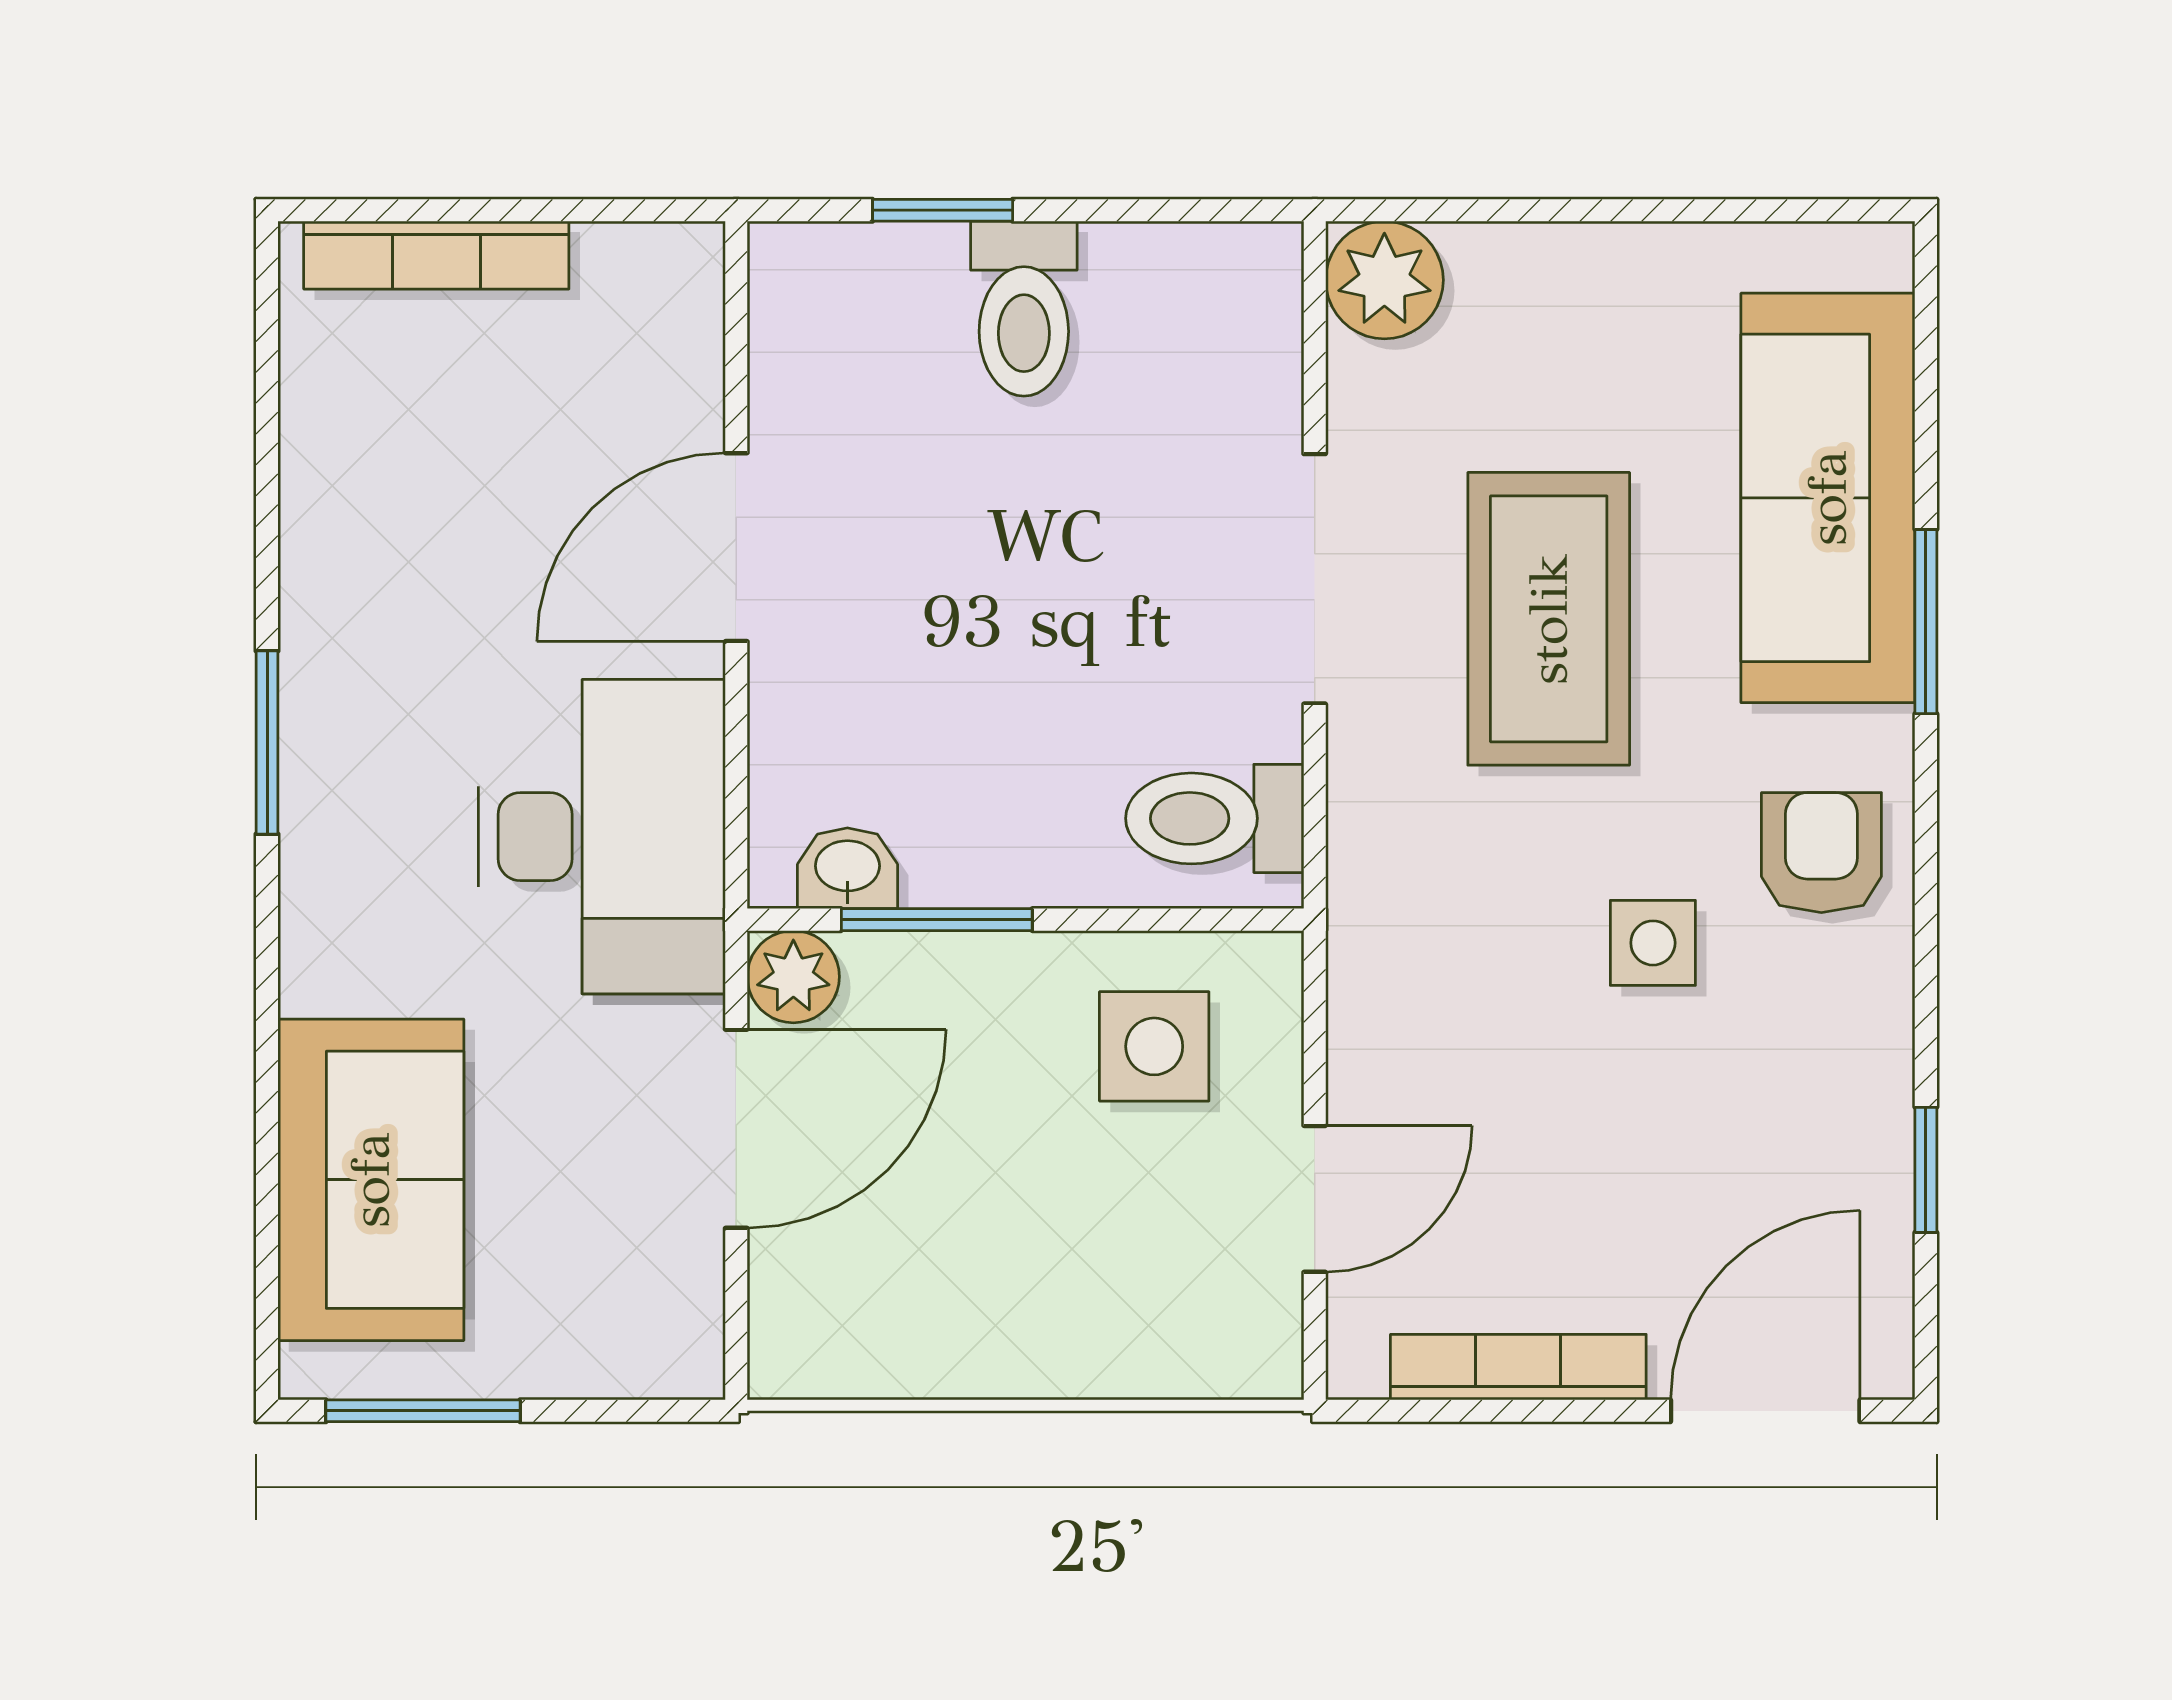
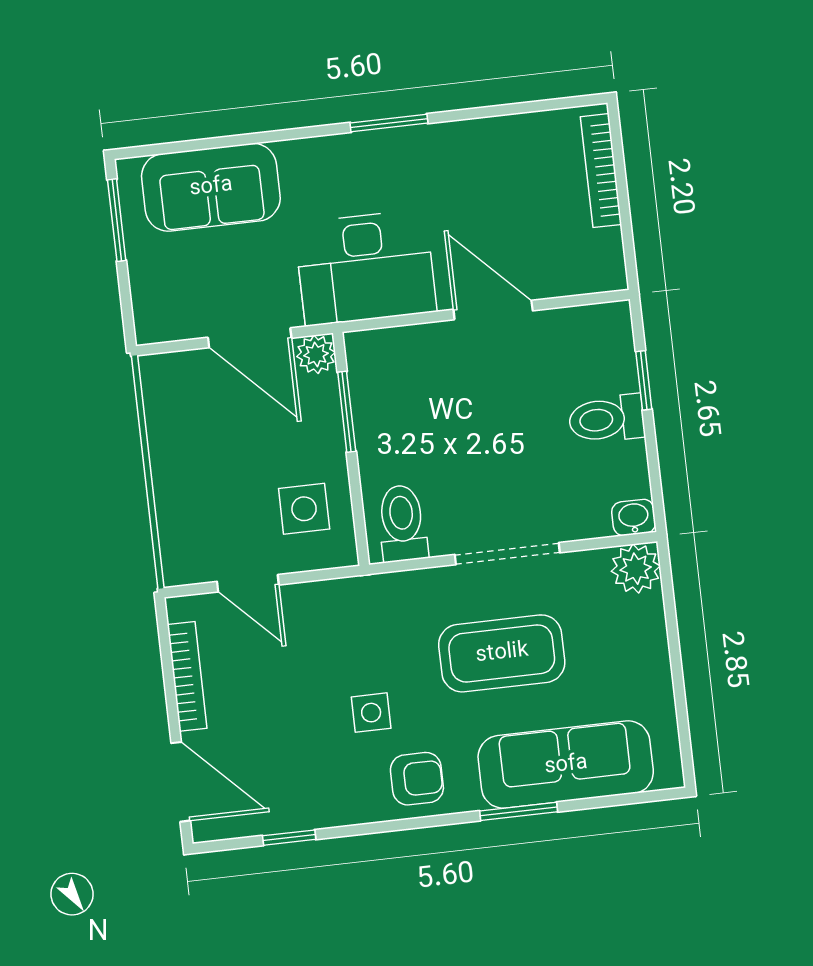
washbasin: (847, 868) -> (634, 517), moved, turned -90

